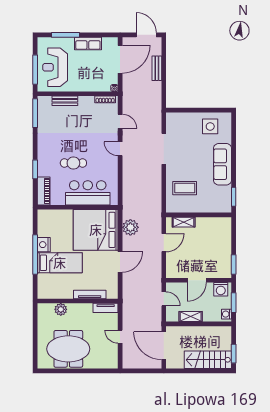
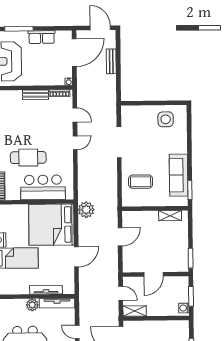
bench: (65, 101) -> (35, 95), moved
door: (120, 149) -> (75, 143), swing flipped
cafe table: (73, 163) -> (28, 158), width x1.37, depth x1.35
sofa: (223, 164) -> (179, 175), moved
shelving: (184, 222) -> (170, 216), moved
plant: (130, 227) -> (86, 210), moved
washing machine: (221, 289) -> (178, 283), removed
tv unit: (106, 308) -> (57, 303), width x1.41
plant: (61, 309) -> (32, 305), moved
shelving: (191, 317) -> (135, 311), moved

